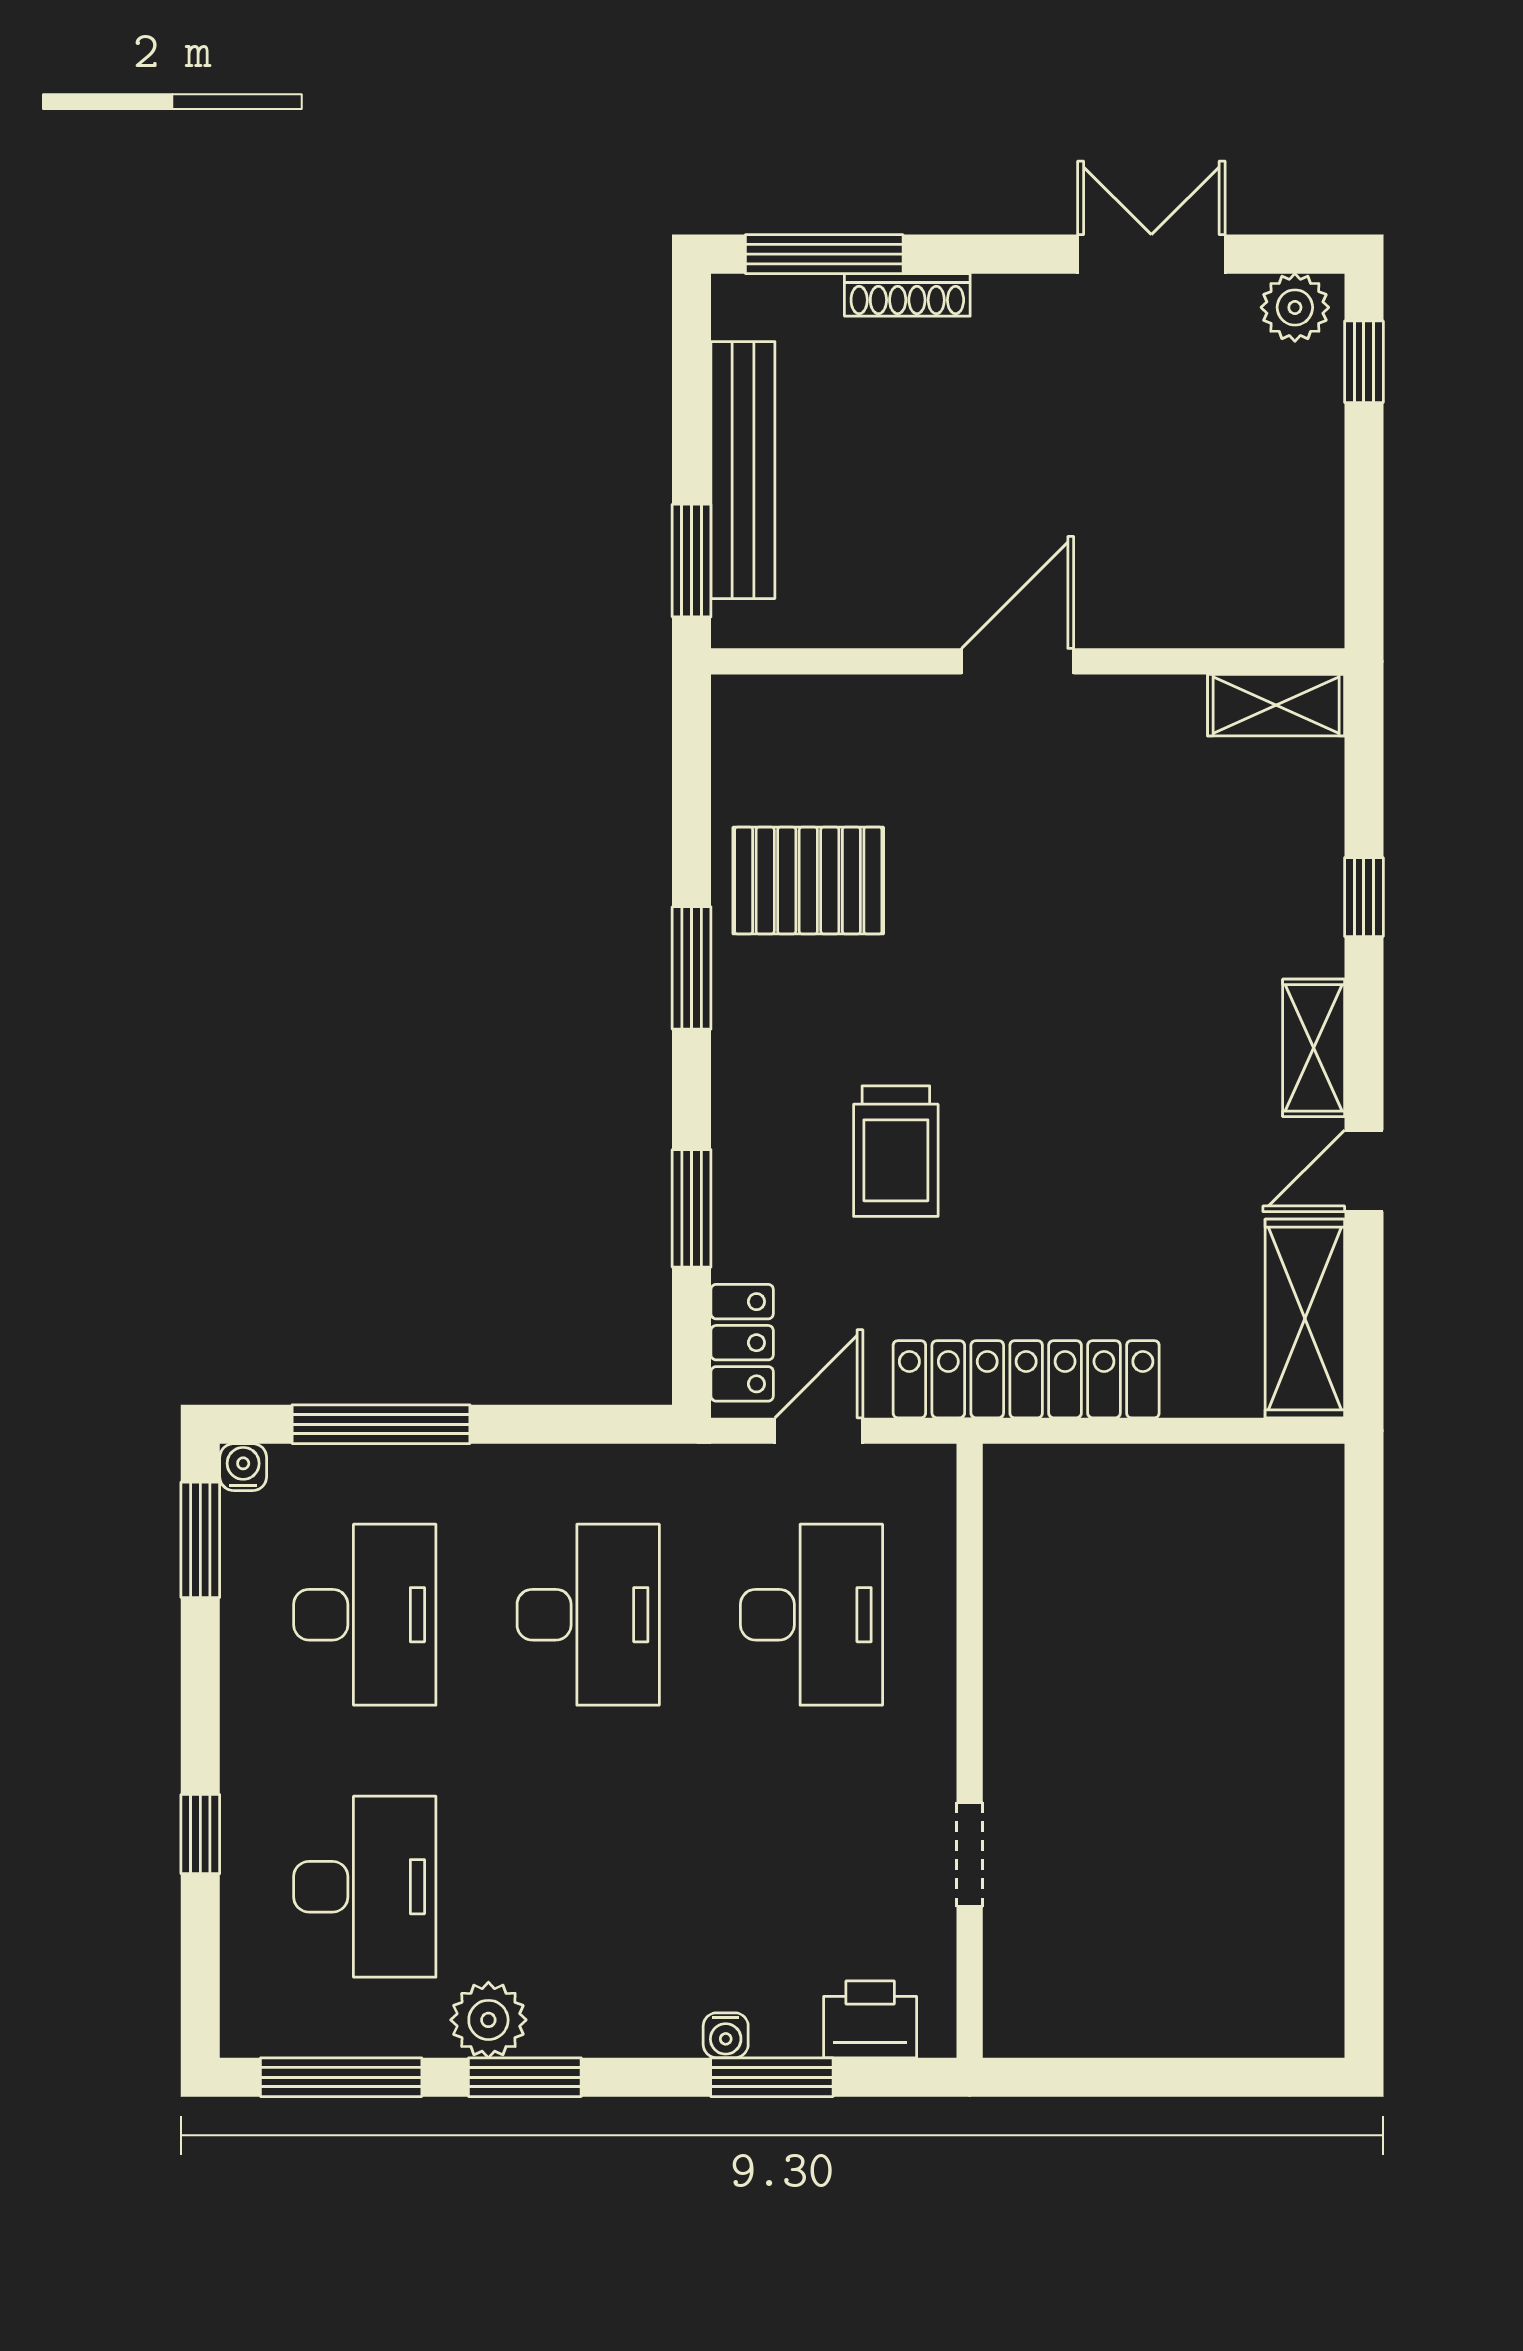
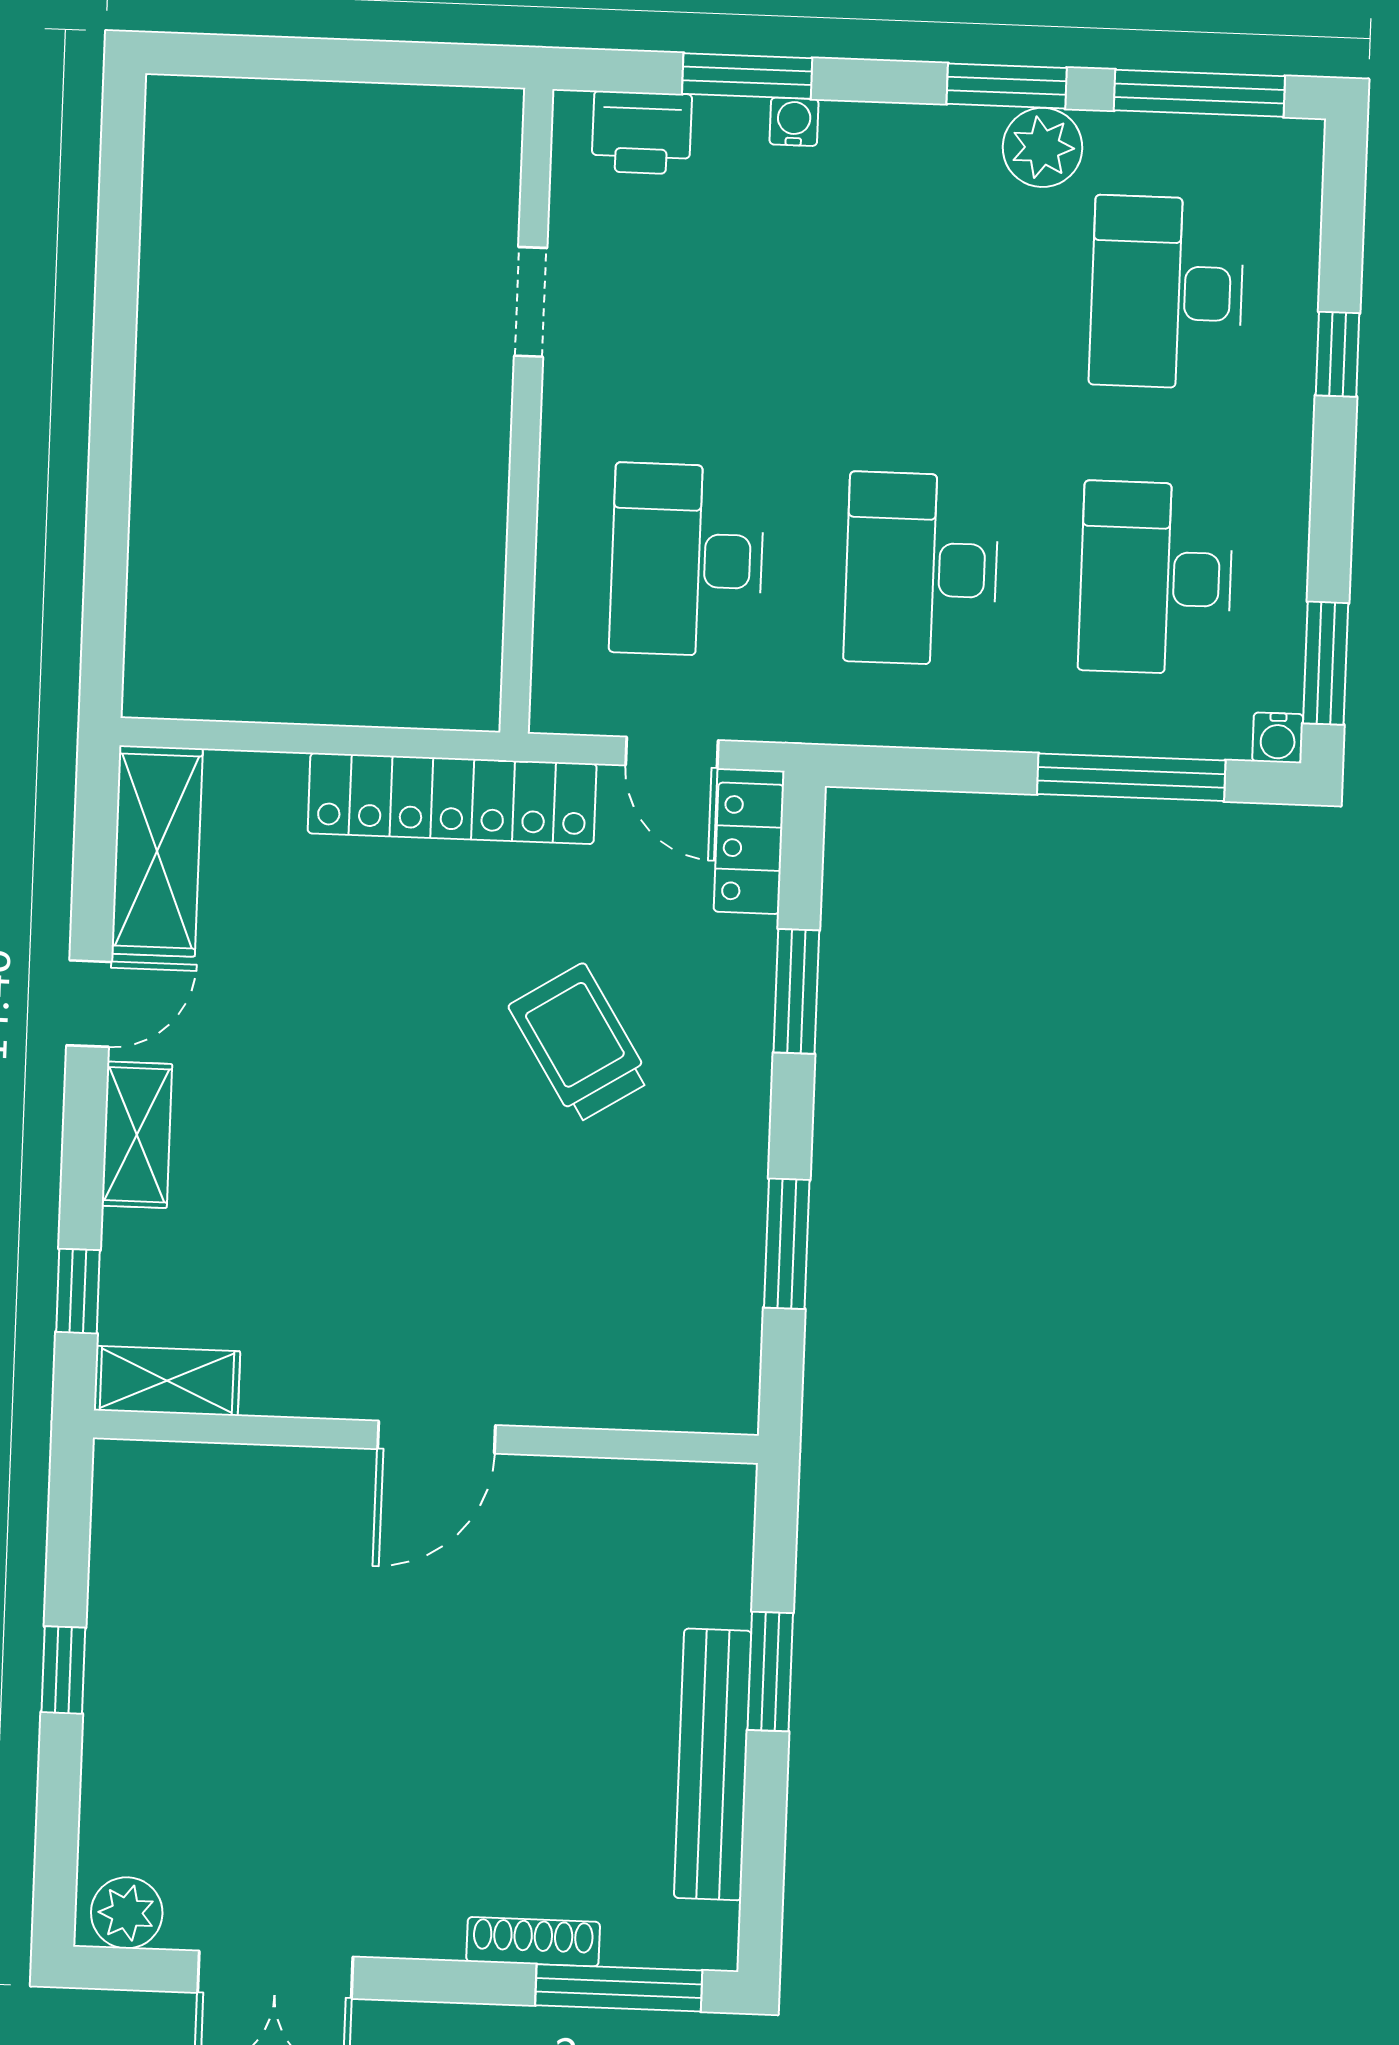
window: (1364, 362) -> (63, 1670), moved
door: (1018, 661) -> (436, 1437), moved
wall: (1028, 661) -> (426, 1437), moved
shelving: (1276, 705) -> (167, 1381), moved
pallet: (808, 881) -> (661, 1331), removed
trolley: (896, 1151) -> (580, 1043), turned -32
door: (819, 1431) -> (672, 753), hinge flipped

